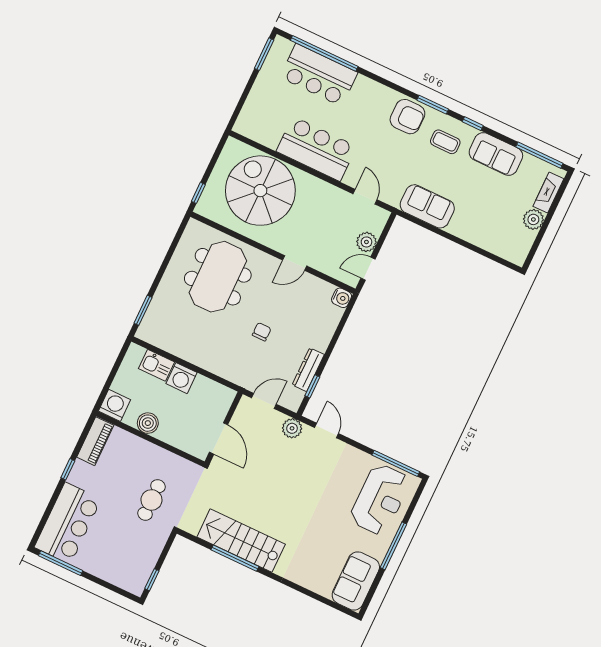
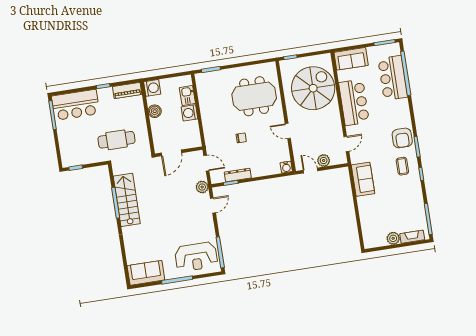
sofa: (496, 154) -> (351, 59), moved, turned -90
cafe table: (151, 500) -> (116, 140), width x1.37, depth x1.35

